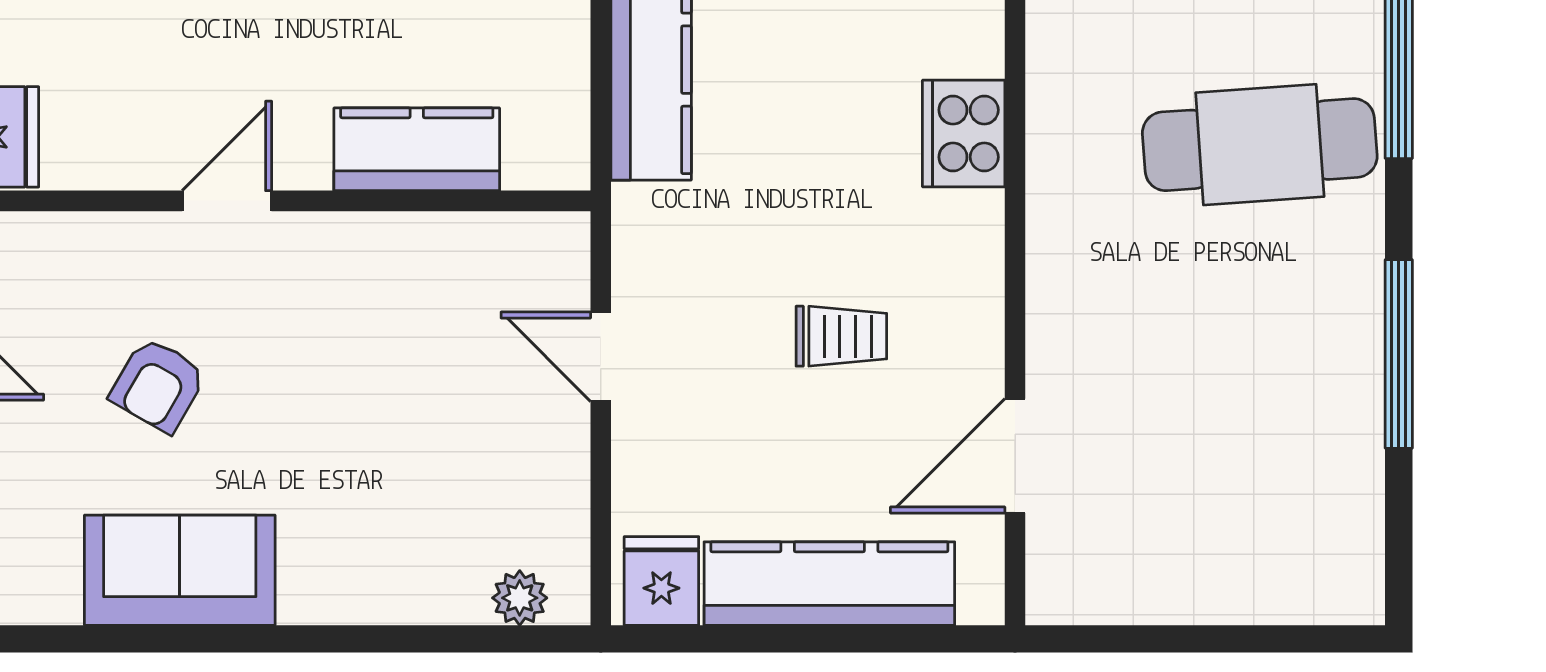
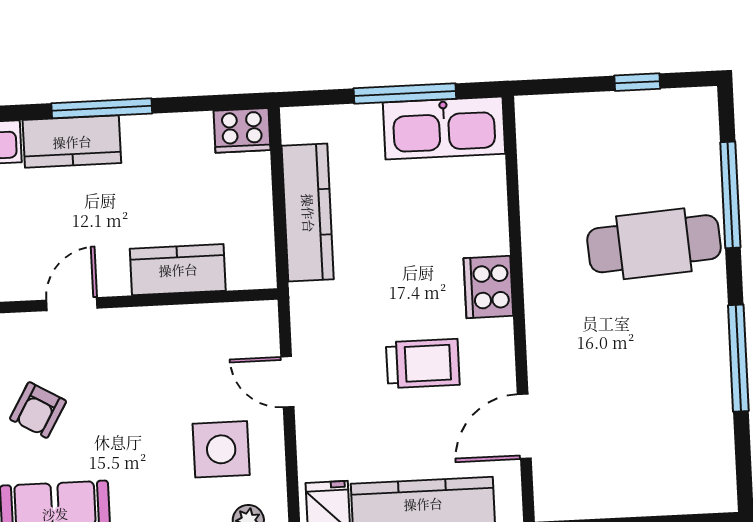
cooker: (964, 133) -> (488, 287), moved
trolley: (841, 336) -> (423, 364), width x1.36, depth x1.39
side table: (478, 470) -> (221, 449), added

